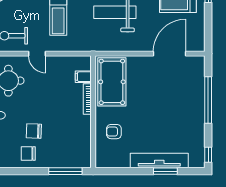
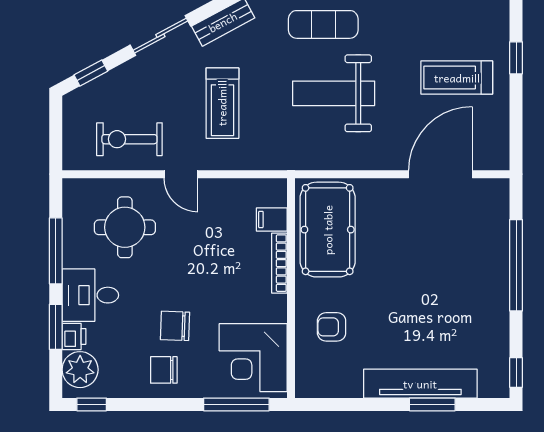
corner desk: (74, 147) -> (253, 358), added

